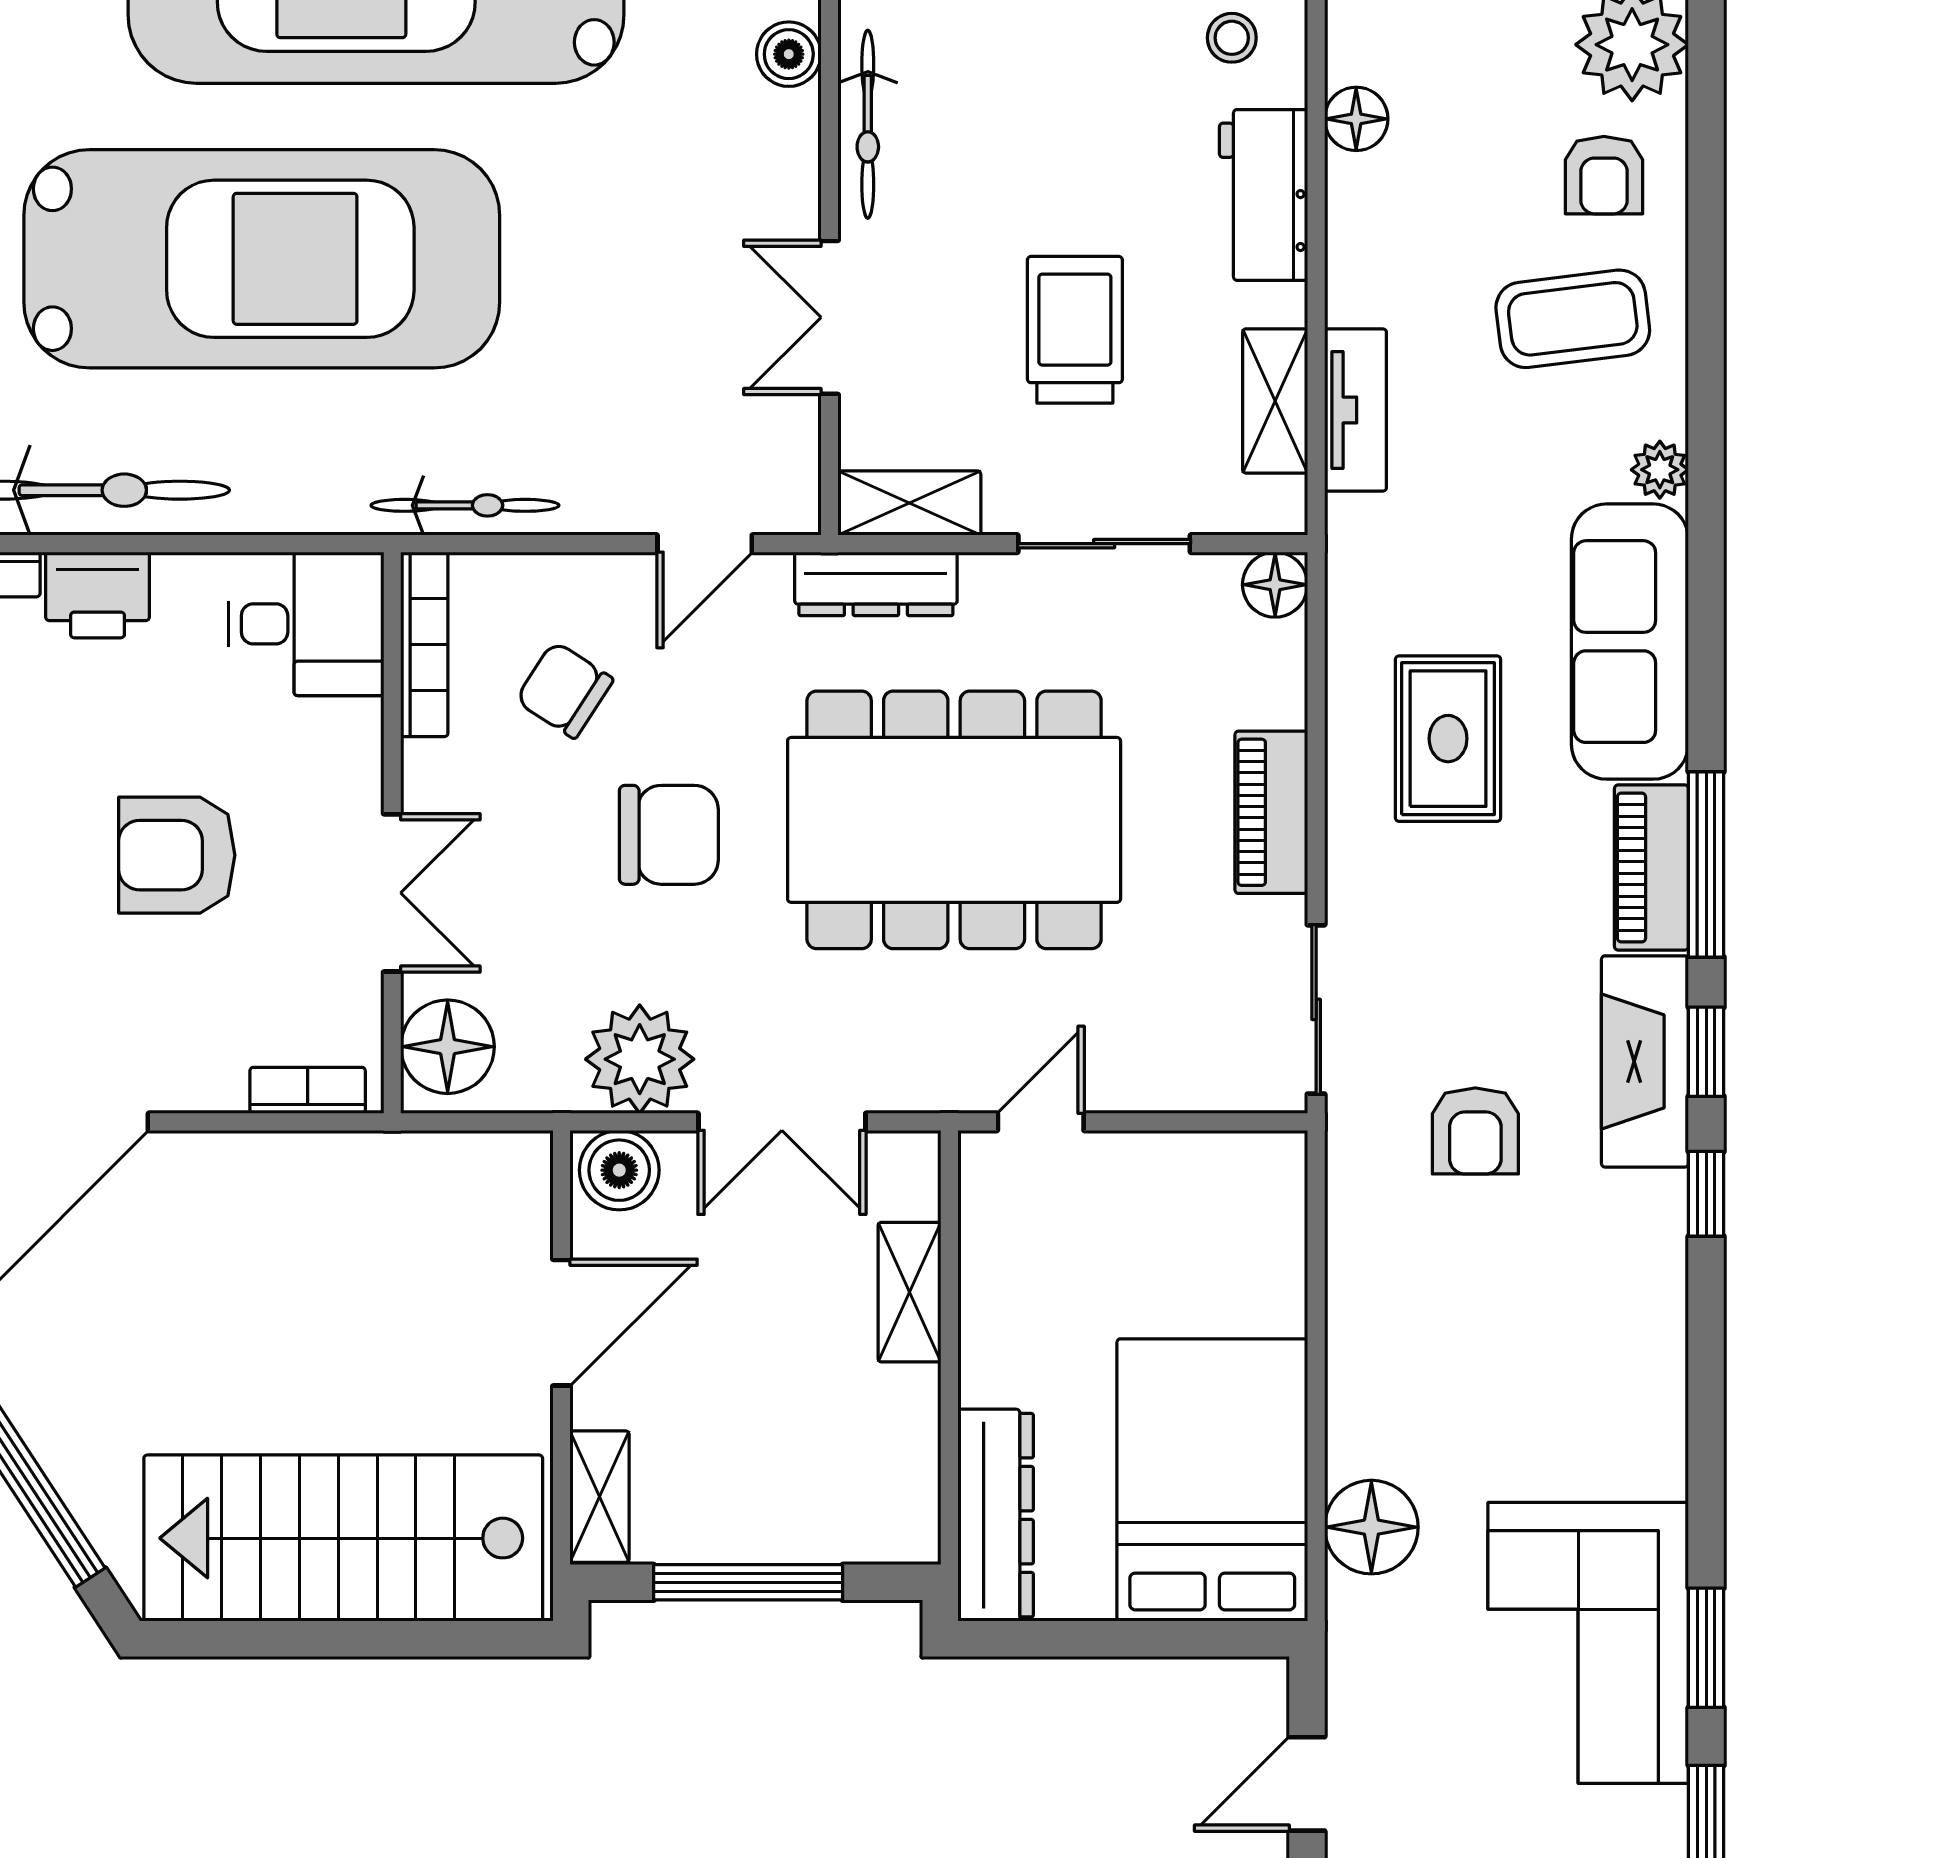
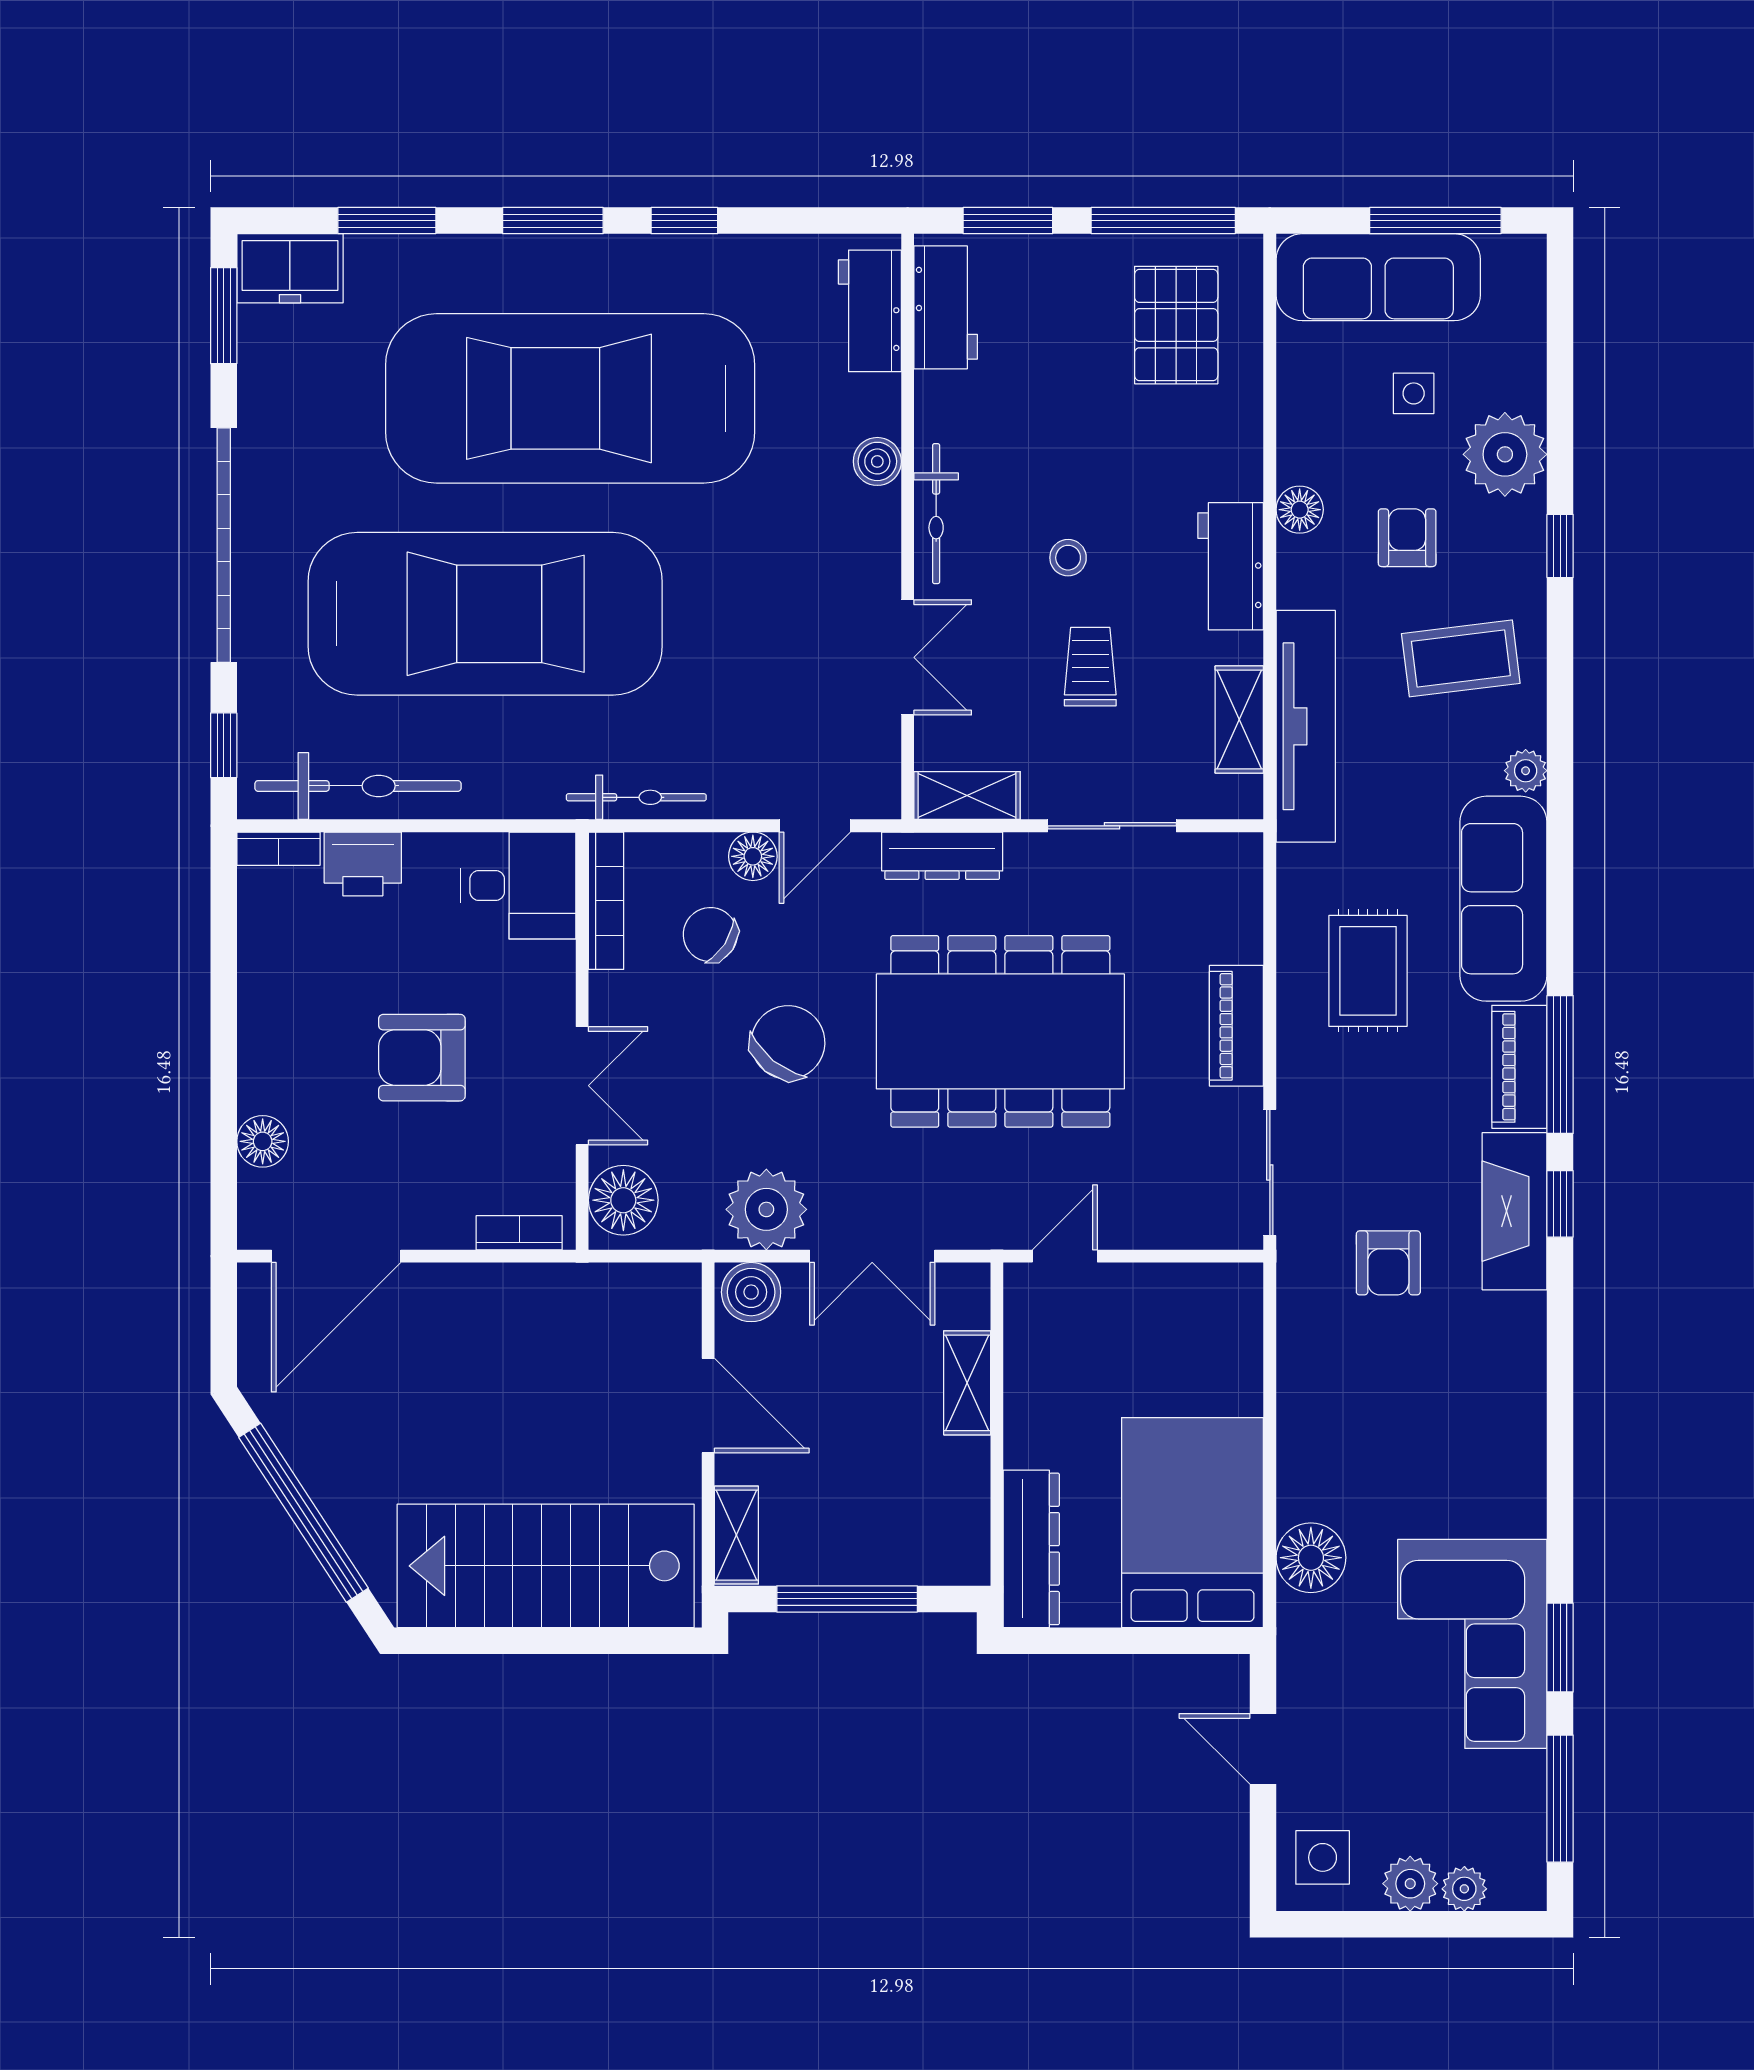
stool: (1232, 38) -> (1068, 558), moved
armchair: (1604, 175) -> (1407, 538), moved, turned 180
double door: (829, 317) -> (908, 657), swing flipped
trolley: (1075, 330) -> (1090, 667), width x0.73, depth x0.72
tv unit: (1355, 410) -> (1306, 726), width x1.92, depth x1.29
floor lamp: (1275, 585) -> (753, 856), moved
chair: (669, 835) -> (788, 1042), turned -51
window: (1706, 1194) -> (1560, 546), moved
door: (562, 1323) -> (708, 1406), hinge flipped
door: (1307, 1784) -> (1263, 1749), hinge flipped

